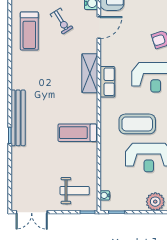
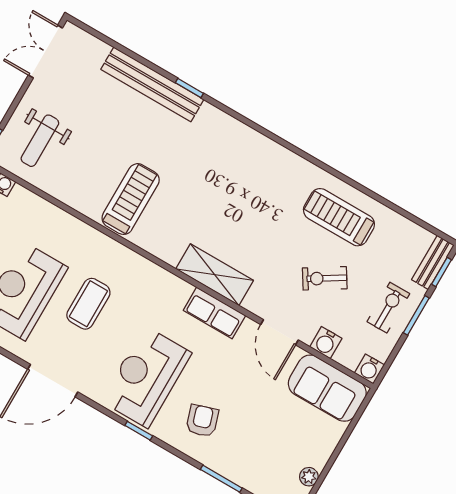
row of seats: (107, 82) -> (214, 313), moved
bench: (18, 118) -> (152, 84), moved
coffee table: (137, 124) -> (88, 304), width x0.73, depth x0.76

